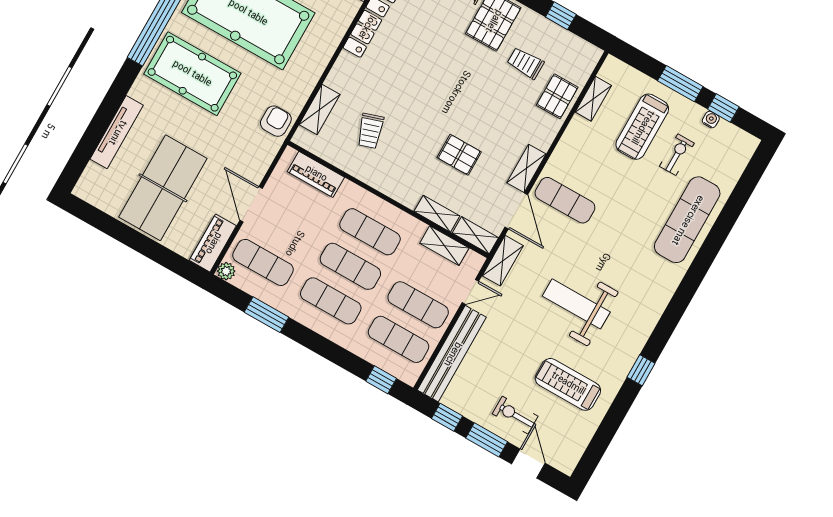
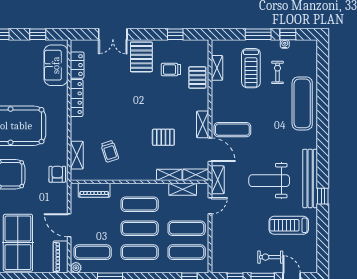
bench: (452, 354) -> (310, 178), moved

